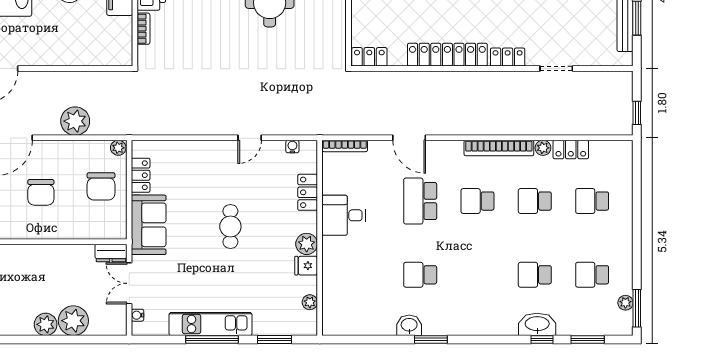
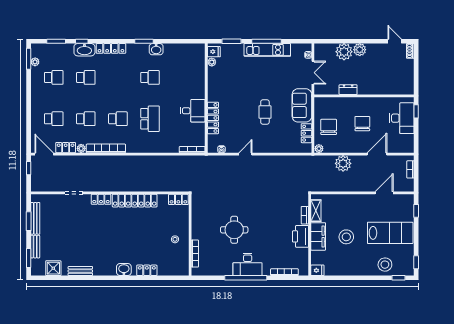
shelving: (124, 37) -> (316, 211), added
door: (409, 138) -> (44, 154), moved
locker: (308, 192) -> (213, 118), width x1.53
cafe table: (230, 227) -> (265, 112), moved
plant: (307, 244) -> (214, 95), removed
dresser: (111, 253) -> (348, 90), moved
fridge: (306, 266) -> (214, 52), moved
locker: (490, 327) -> (111, 48), added

